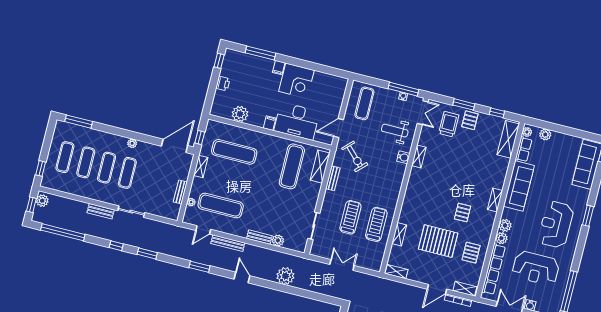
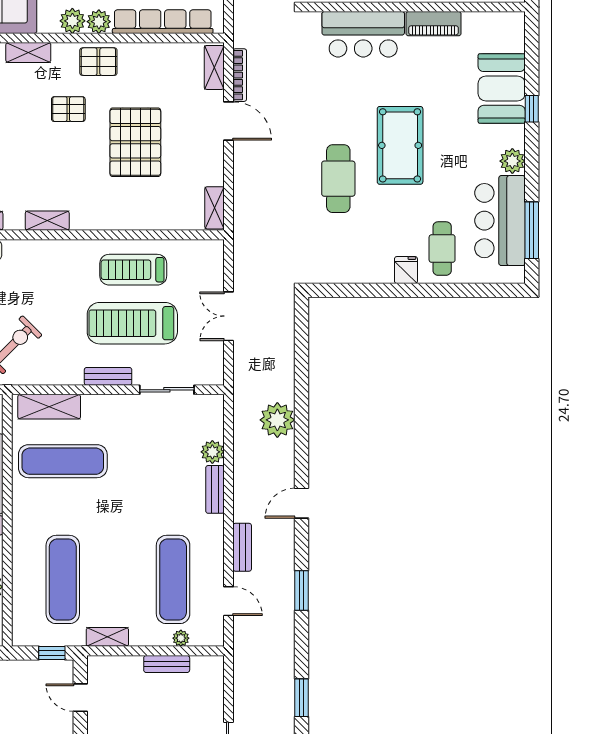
door: (175, 146) -> (80, 698), width x0.53
bench: (333, 178) -> (108, 376), moved
treadmill: (350, 217) -> (132, 323), width x1.37, depth x1.37
shelving: (399, 234) -> (47, 221), moved
bench: (228, 243) -> (242, 547), width x0.73
pallet: (471, 253) -> (98, 62), moved

